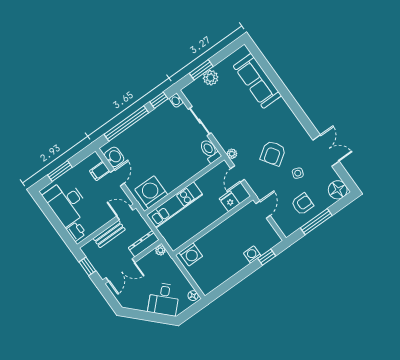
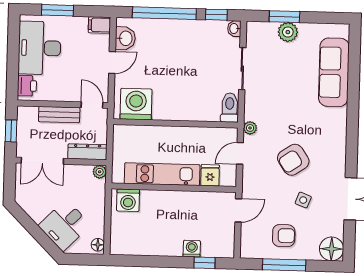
filing cabinet: (100, 171) -> (99, 25), moved
kitchen unit: (175, 205) -> (162, 174), moved, turned 180

